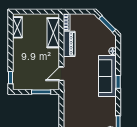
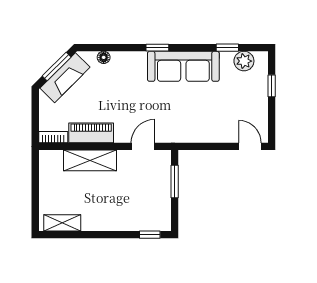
fireplace: (101, 29) -> (65, 78), added
shelving: (53, 33) -> (90, 160), moved
door: (61, 74) -> (143, 146), swing flipped
sofa: (107, 76) -> (183, 66), moved

